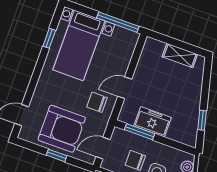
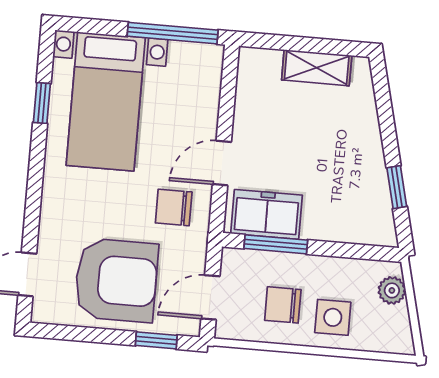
freezer: (152, 122) -> (267, 214), moved
window: (57, 155) -> (156, 340), moved

